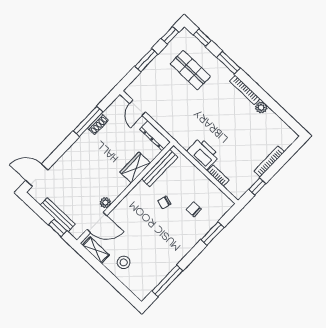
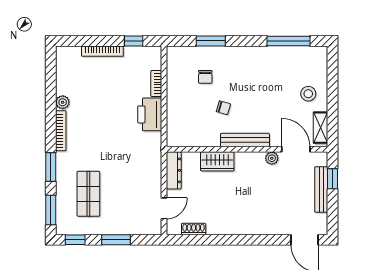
window: (202, 38) -> (51, 210), width x1.50
window: (88, 121) -> (216, 240), removed
shoe rack: (98, 124) -> (194, 229), moved
bench: (160, 168) -> (245, 140), moved

